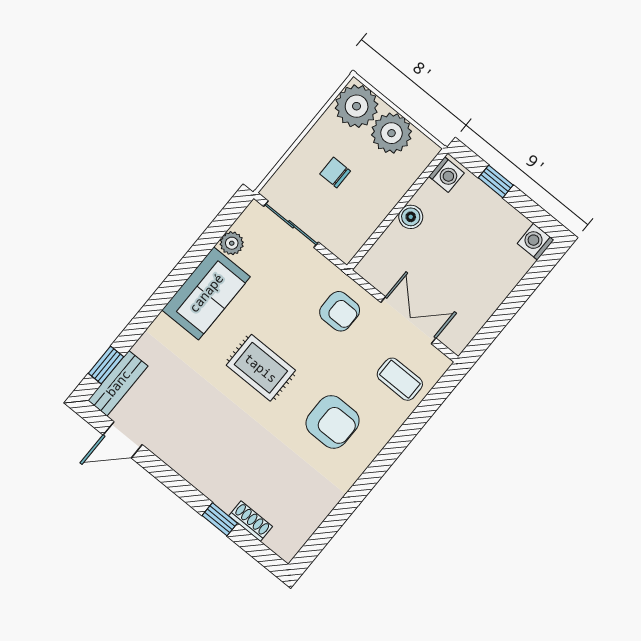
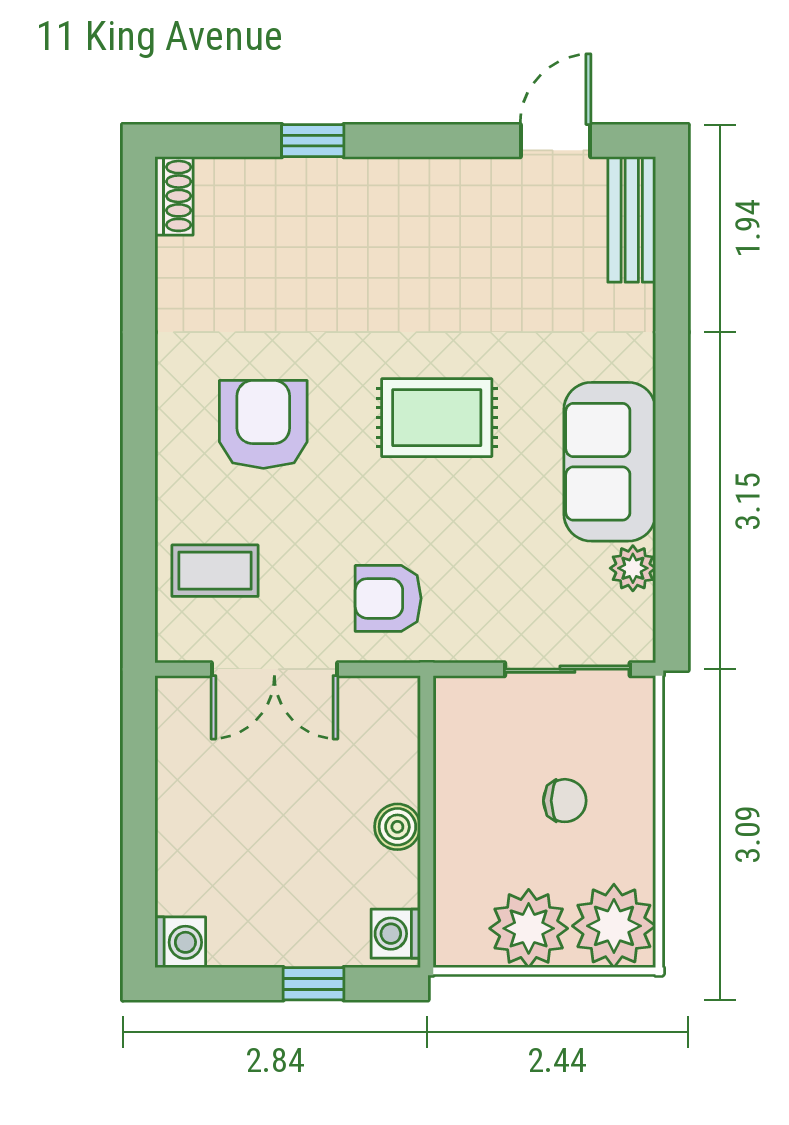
window: (106, 365) -> (672, 232), removed
armchair: (333, 422) -> (263, 424), turned 90
shoe rack: (251, 521) -> (174, 196), moved, turned -90

